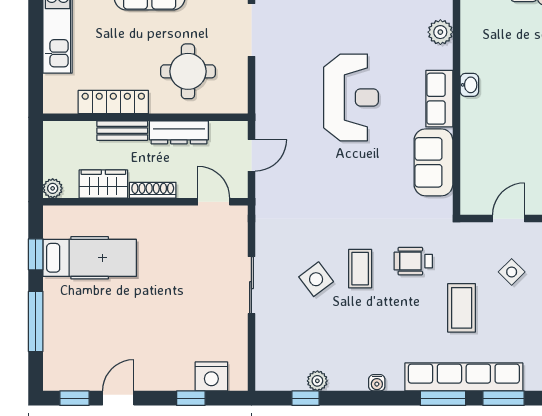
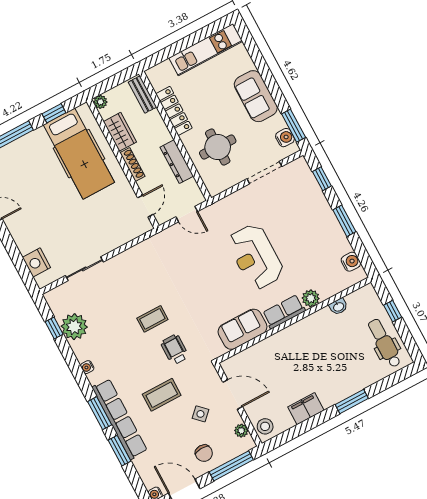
plant: (440, 32) -> (311, 298), moved
washbasin: (469, 85) -> (338, 307), moved
reception desk: (351, 97) -> (255, 257), turned 90
bench: (122, 131) -> (142, 95), moved
door: (509, 219) -> (233, 394), width x1.38
hospital bed: (90, 258) -> (79, 154), width x1.37, depth x1.29
side table: (316, 279) -> (131, 295), removed
sliding door: (251, 285) -> (84, 269), moved
plant: (317, 381) -> (74, 327), width x1.87, depth x1.87
window: (191, 398) -> (16, 257), removed

